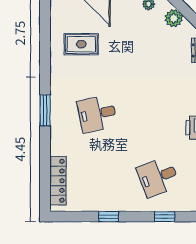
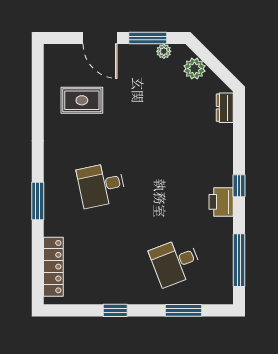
window: (45, 110) -> (38, 201), moved
window: (165, 217) -> (183, 310), width x1.50

